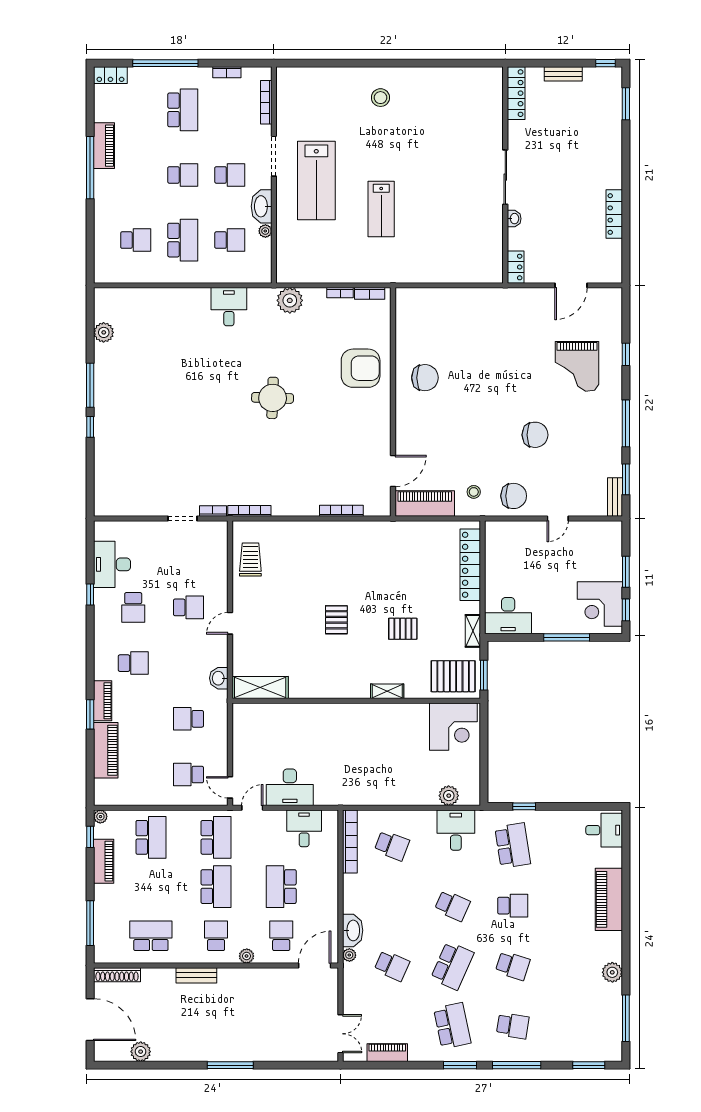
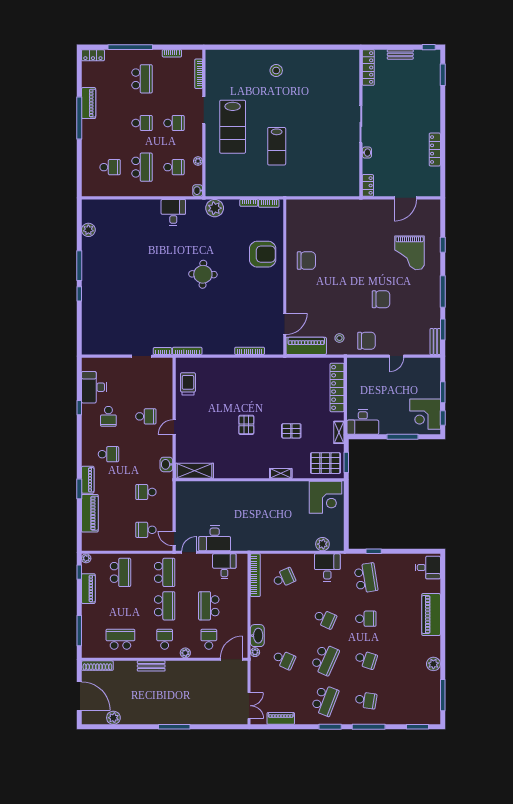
washbasin: (262, 206) -> (198, 191), moved, width x0.52, depth x0.69
school desk: (392, 846) -> (284, 578), turned -45
school desk: (452, 1026) -> (325, 700), turned 33

